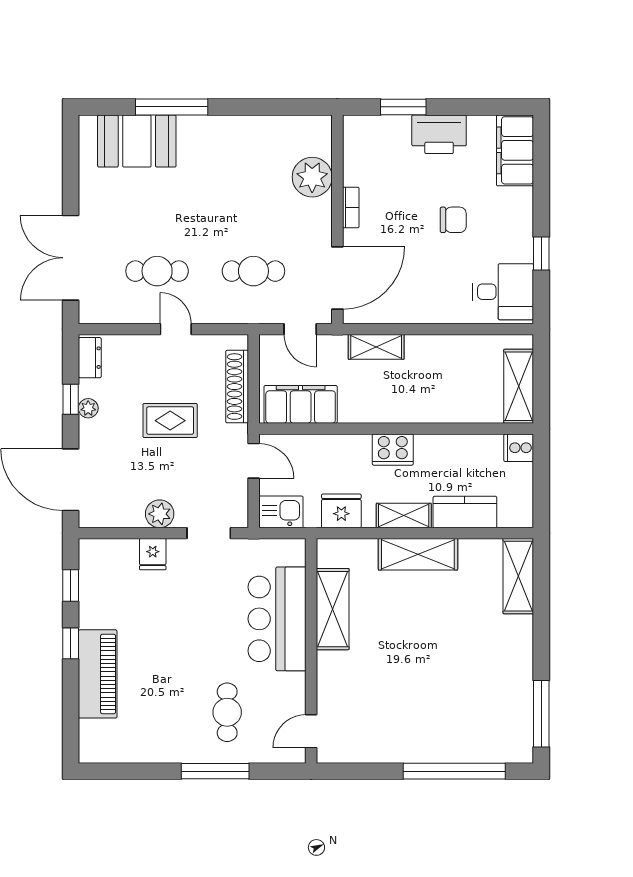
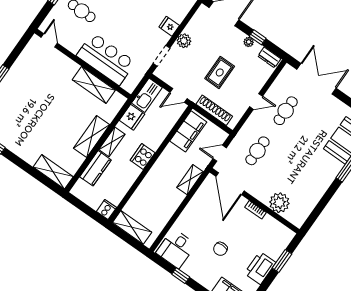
kitchen sink: (281, 512) -> (147, 95), width x1.38

